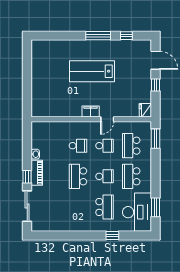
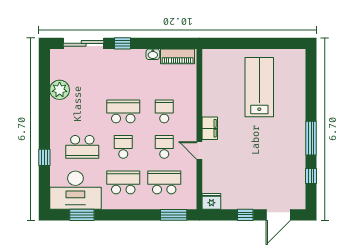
lab bench: (92, 71) -> (259, 87), moved
school desk: (78, 146) -> (164, 111), turned 180
school desk: (105, 146) -> (164, 147), turned 180
piano: (37, 173) -> (178, 56), moved
school desk: (105, 176) -> (123, 147), turned 180
plant: (62, 224) -> (60, 90), added

